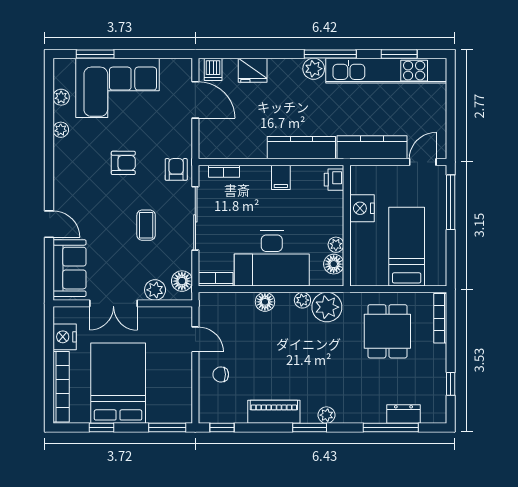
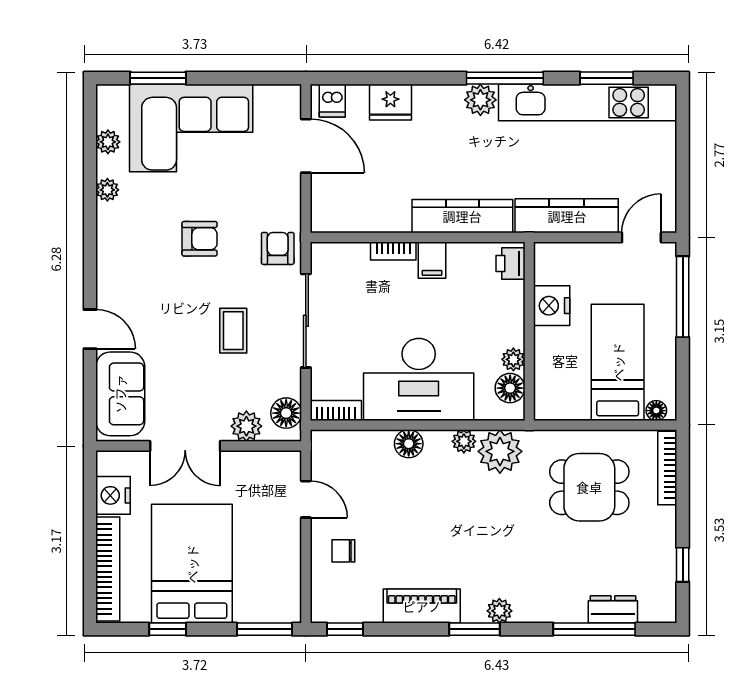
bookcase: (224, 171) -> (393, 251), moved
floor lamp: (433, 279) -> (656, 411), added
dining table: (387, 331) -> (589, 487), turned 90

